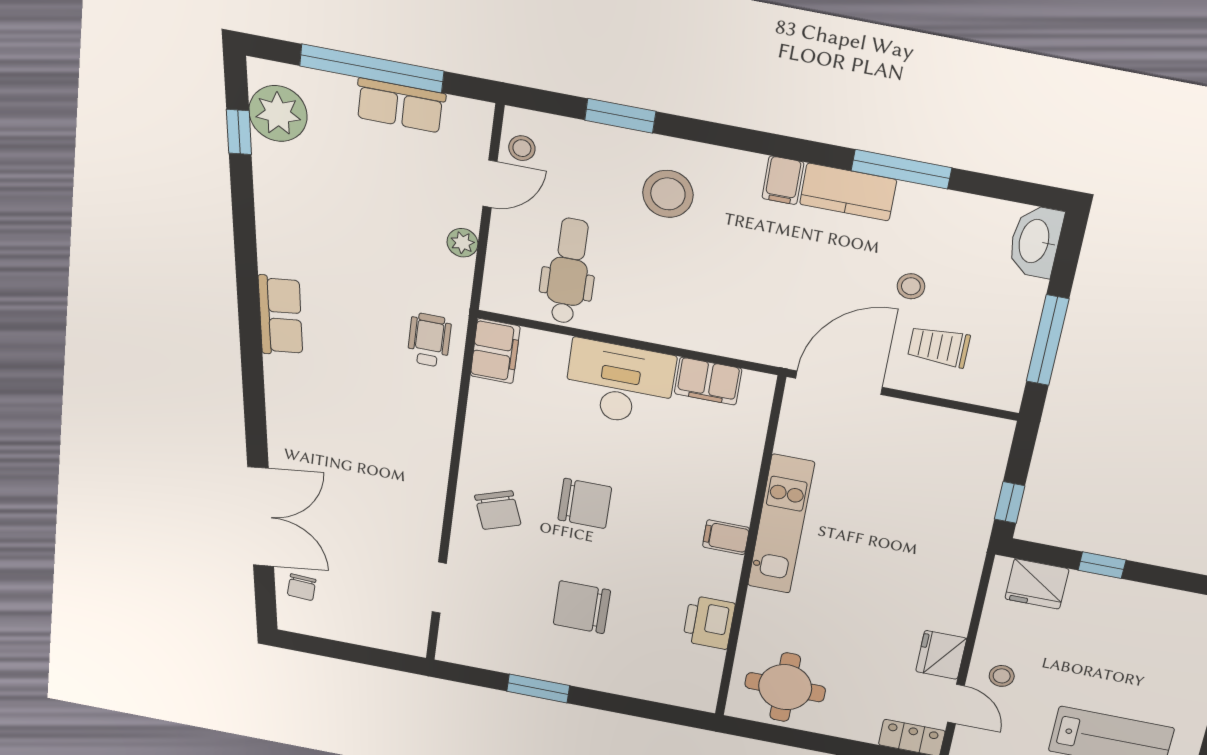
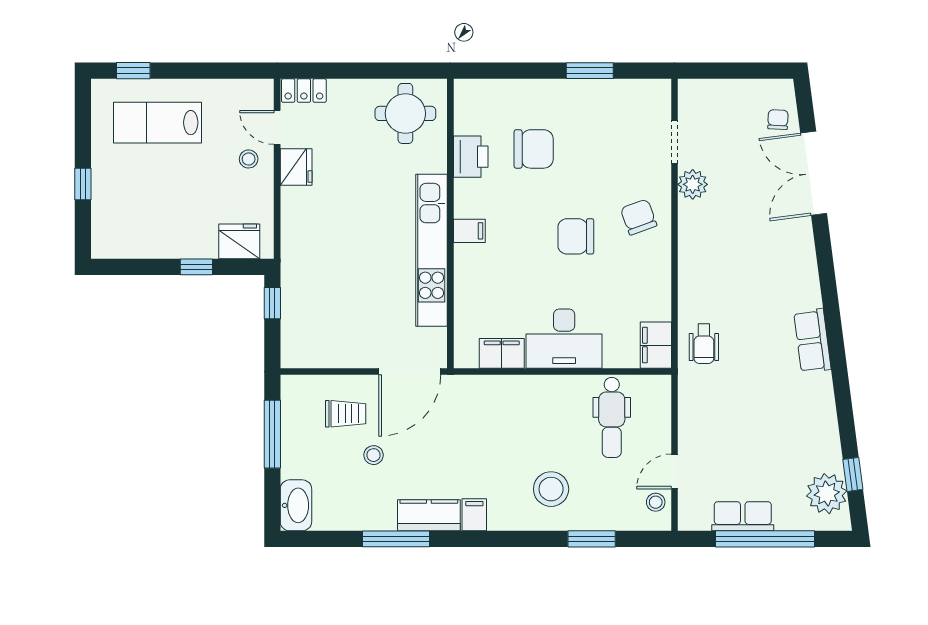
plant: (462, 243) -> (693, 184), moved, width x1.38, depth x1.38
kitchen unit: (781, 524) -> (432, 250), width x1.36
chair: (582, 607) -> (534, 149), moved

